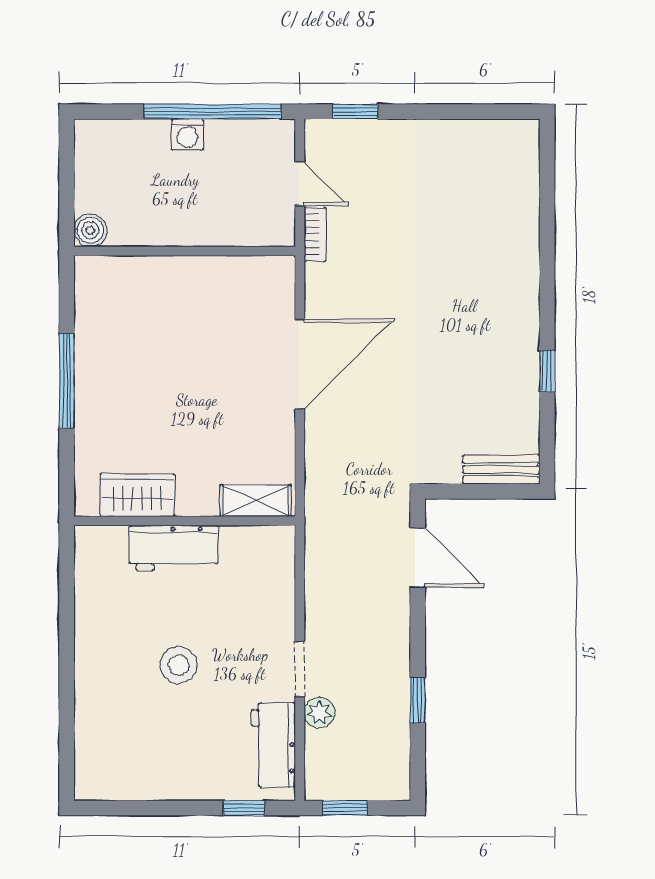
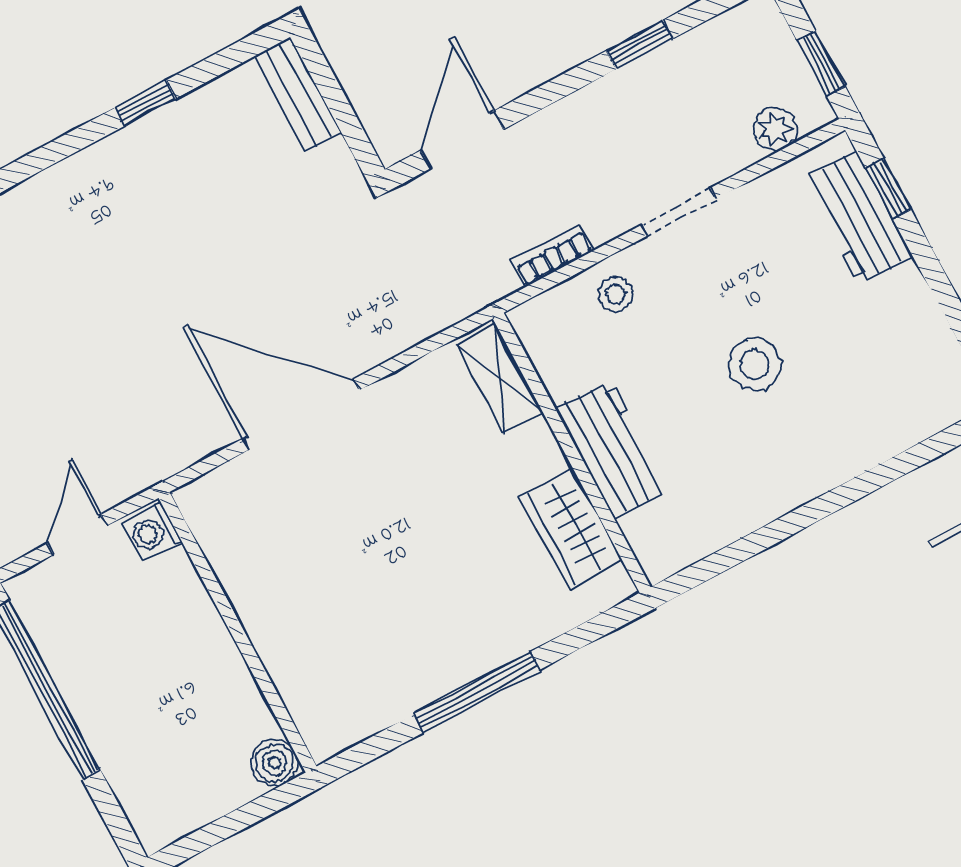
washing machine: (187, 135) -> (152, 532), moved, turned 180
bookcase: (315, 234) -> (553, 255), moved
stool: (269, 602) -> (616, 294), added
plant: (319, 713) -> (775, 129), moved
workbench: (274, 745) -> (858, 218), moved, turned 90

